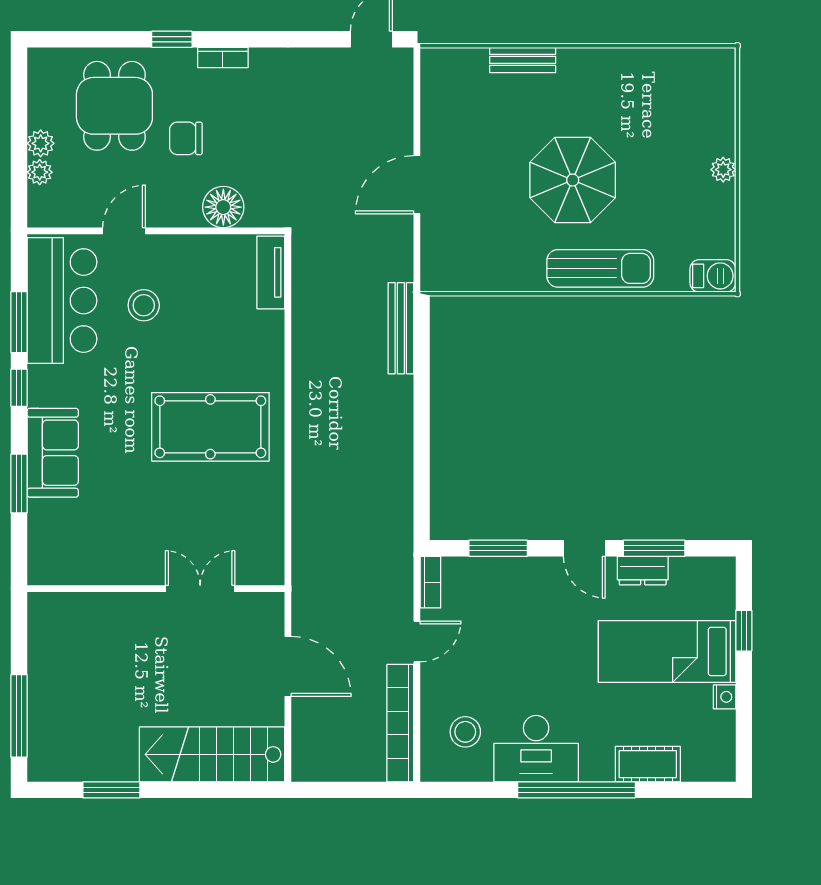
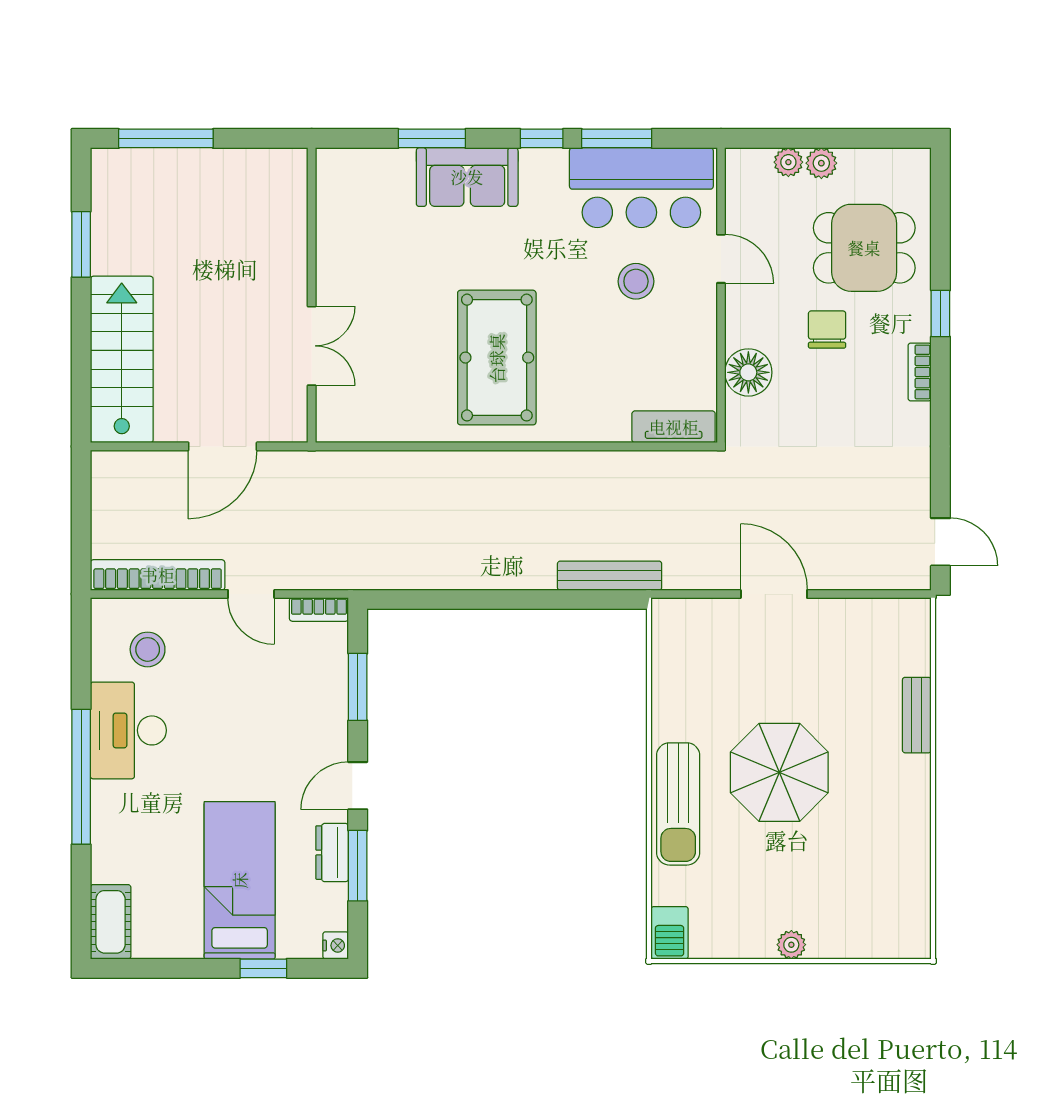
nightstand: (725, 697) -> (336, 945), moved, turned -90
cot: (648, 764) -> (111, 922), moved

